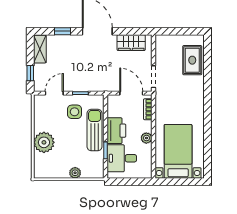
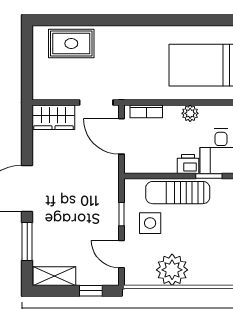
window: (62, 31) -> (27, 241), width x1.50
wardrobe: (131, 43) -> (53, 117), moved, turned 90
door: (131, 93) -> (122, 136), hinge flipped
printer: (116, 131) -> (188, 164), width x0.53, depth x0.68
plant: (44, 142) -> (172, 270), moved

